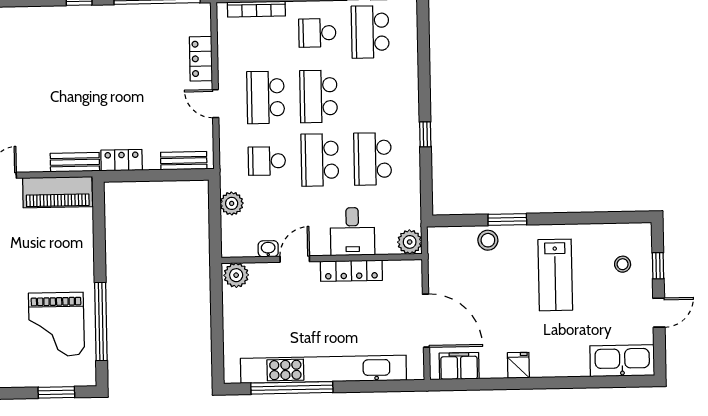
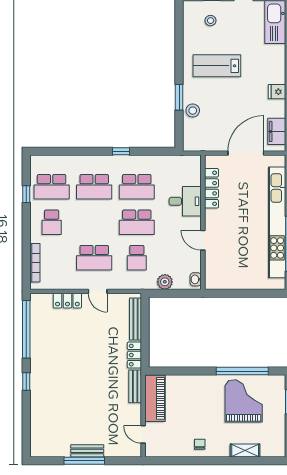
school desk: (319, 96) -> (94, 187), moved
door: (215, 104) -> (98, 291), hinge flipped
bench: (184, 161) -> (135, 319), width x1.36
plant: (410, 242) -> (193, 163), removed
washbasin: (268, 249) -> (196, 279), moved
locker: (351, 271) -> (211, 188), moved
plant: (236, 275) -> (213, 280), removed
lab bench: (555, 275) -> (217, 66), turned 180
grand piano: (56, 324) -> (244, 401), turned -90

